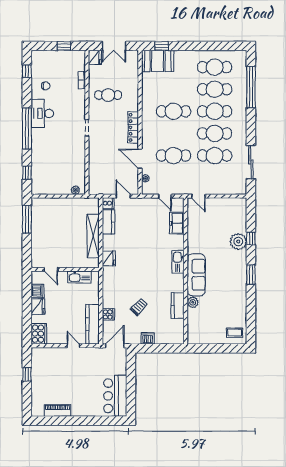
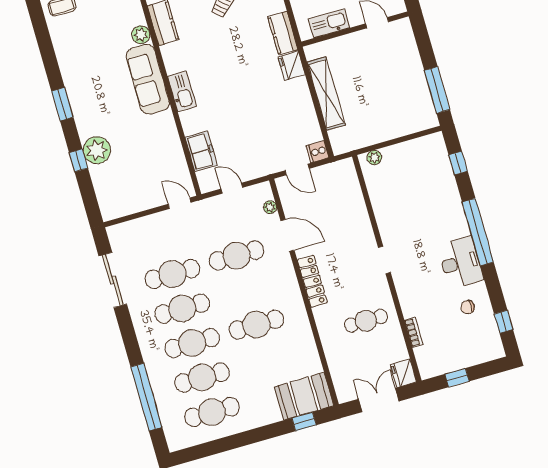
kitchen counter: (108, 222) -> (283, 33), moved

